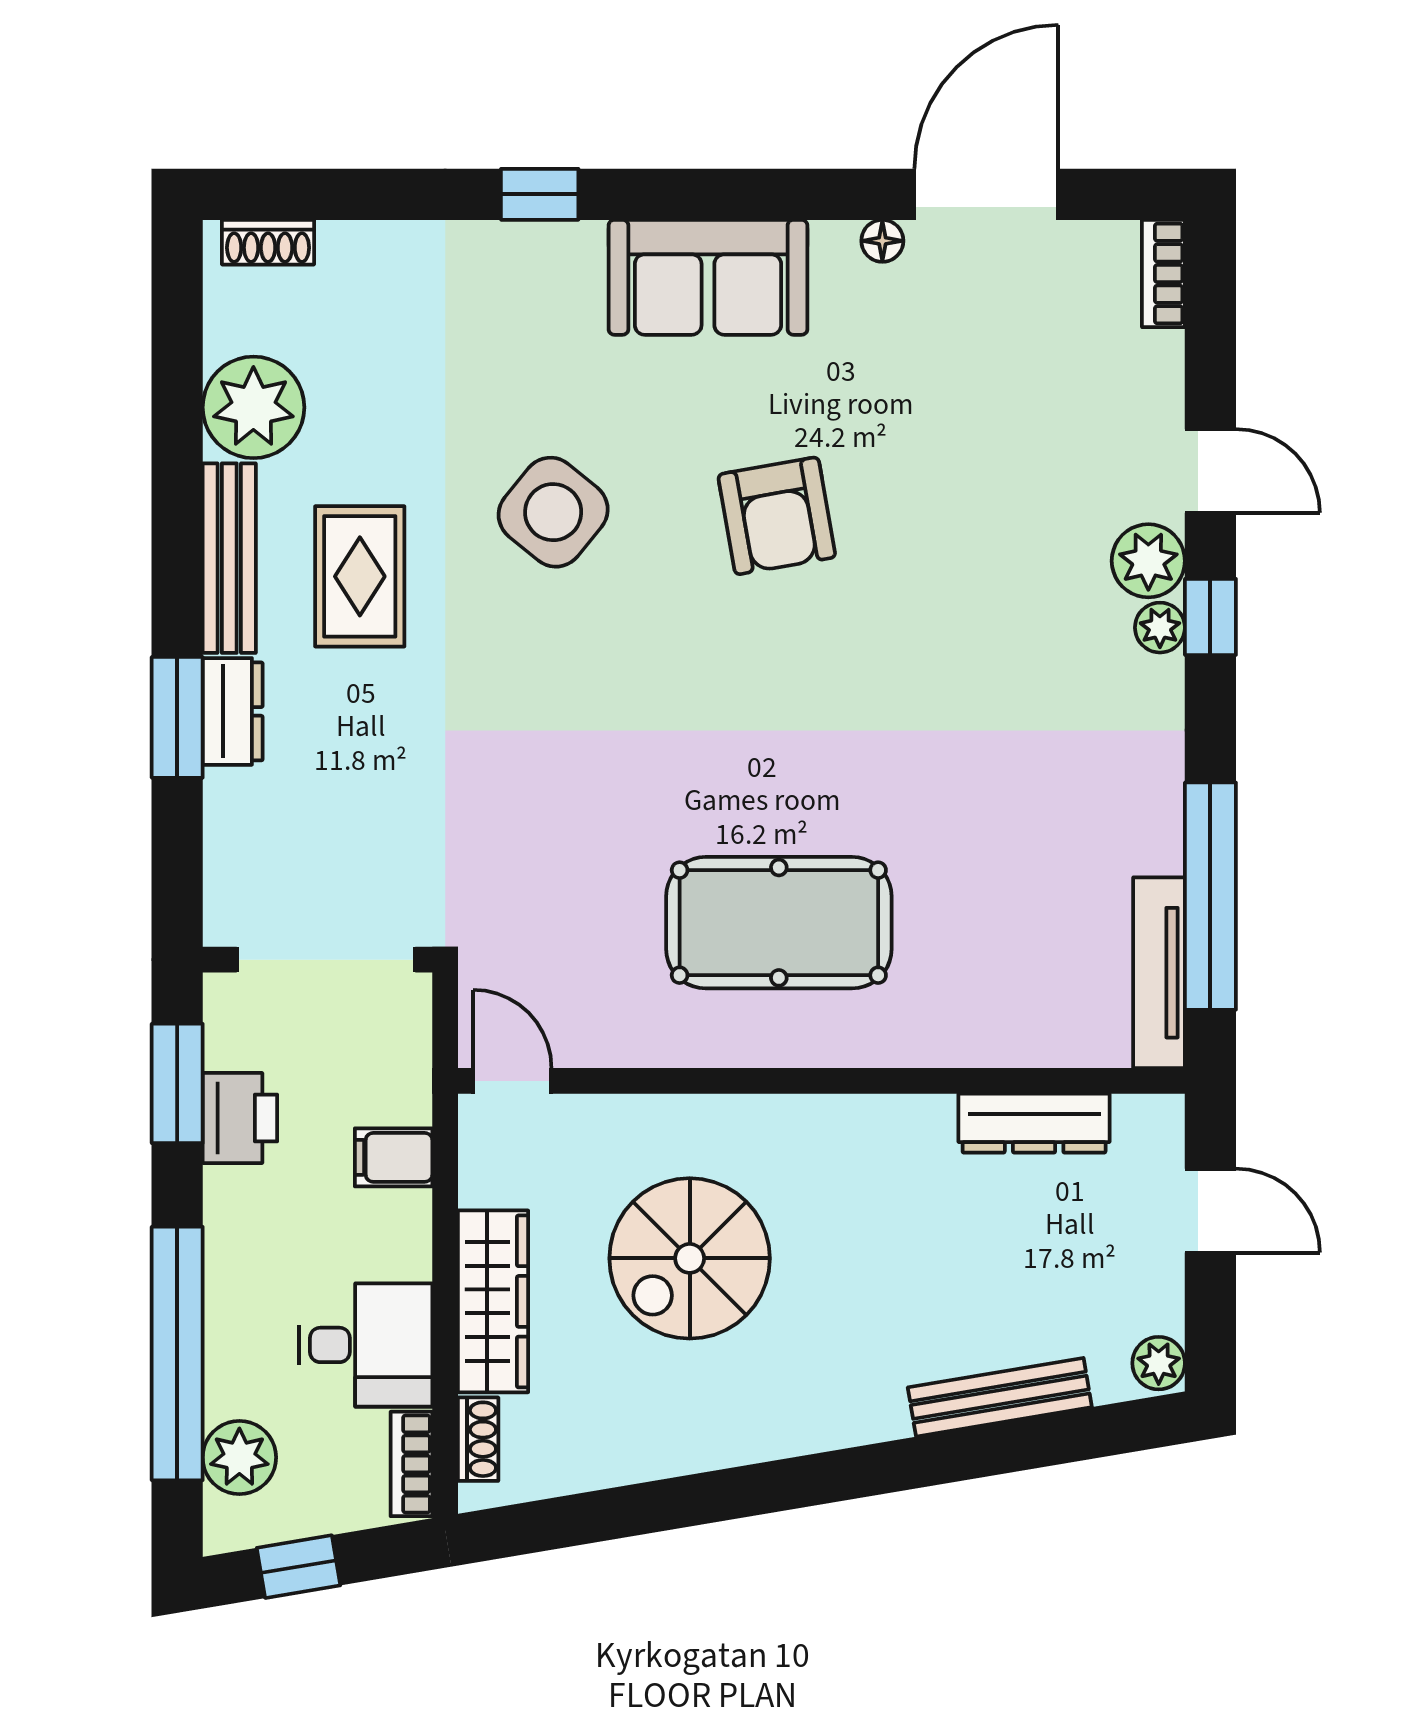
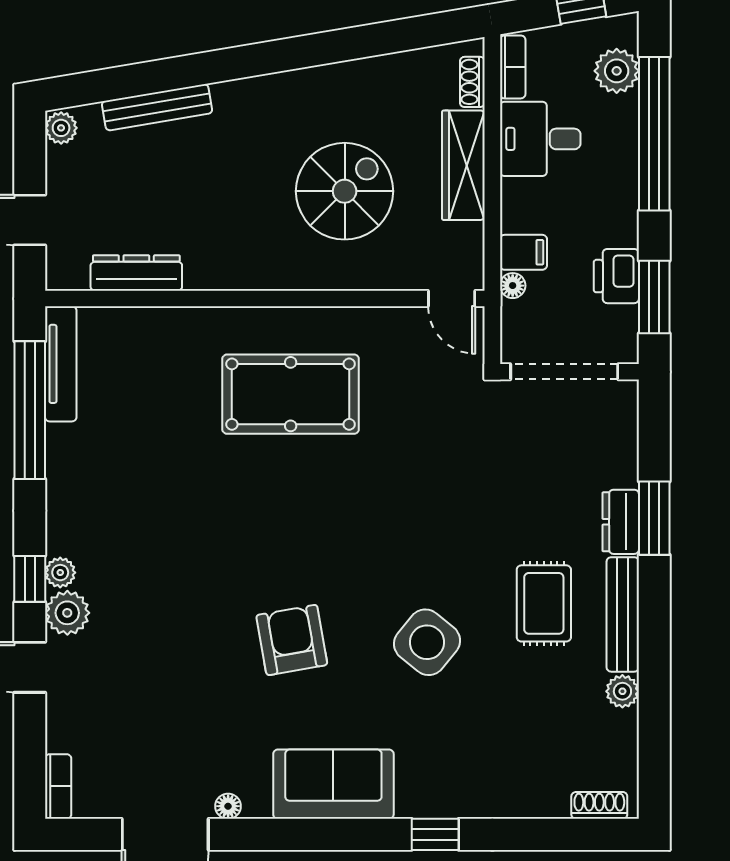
plant: (253, 407) -> (622, 691), width x0.53, depth x0.53
floor lamp: (411, 1102) -> (513, 286), added

